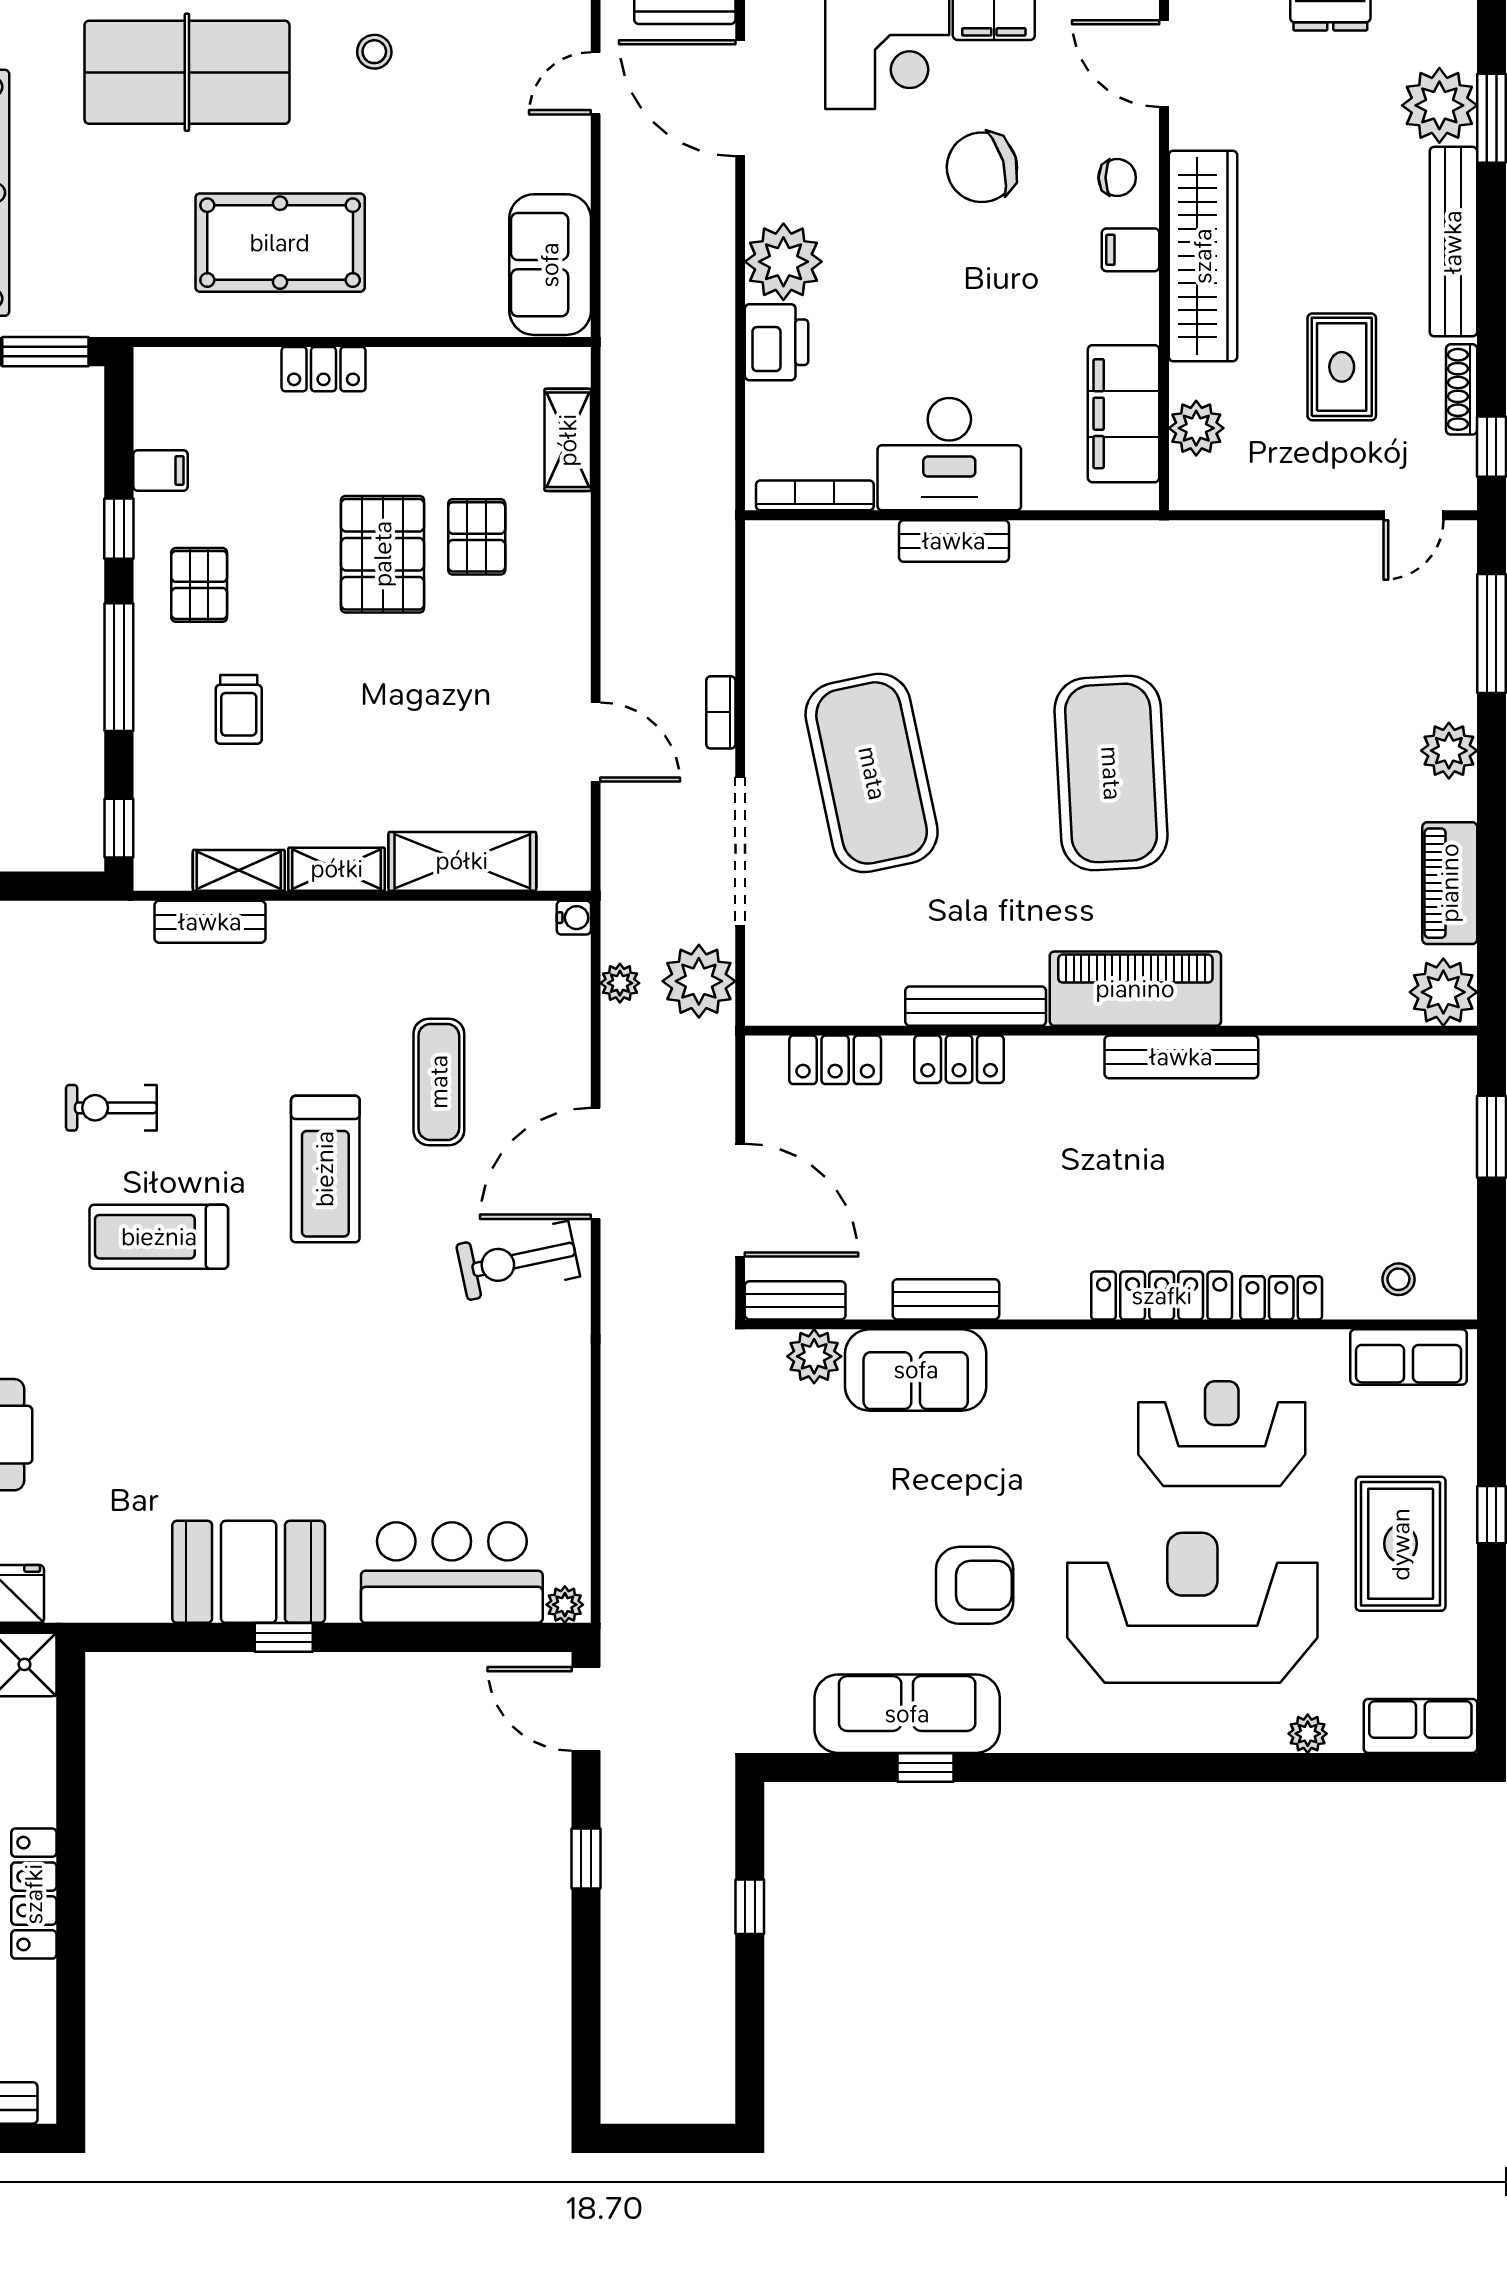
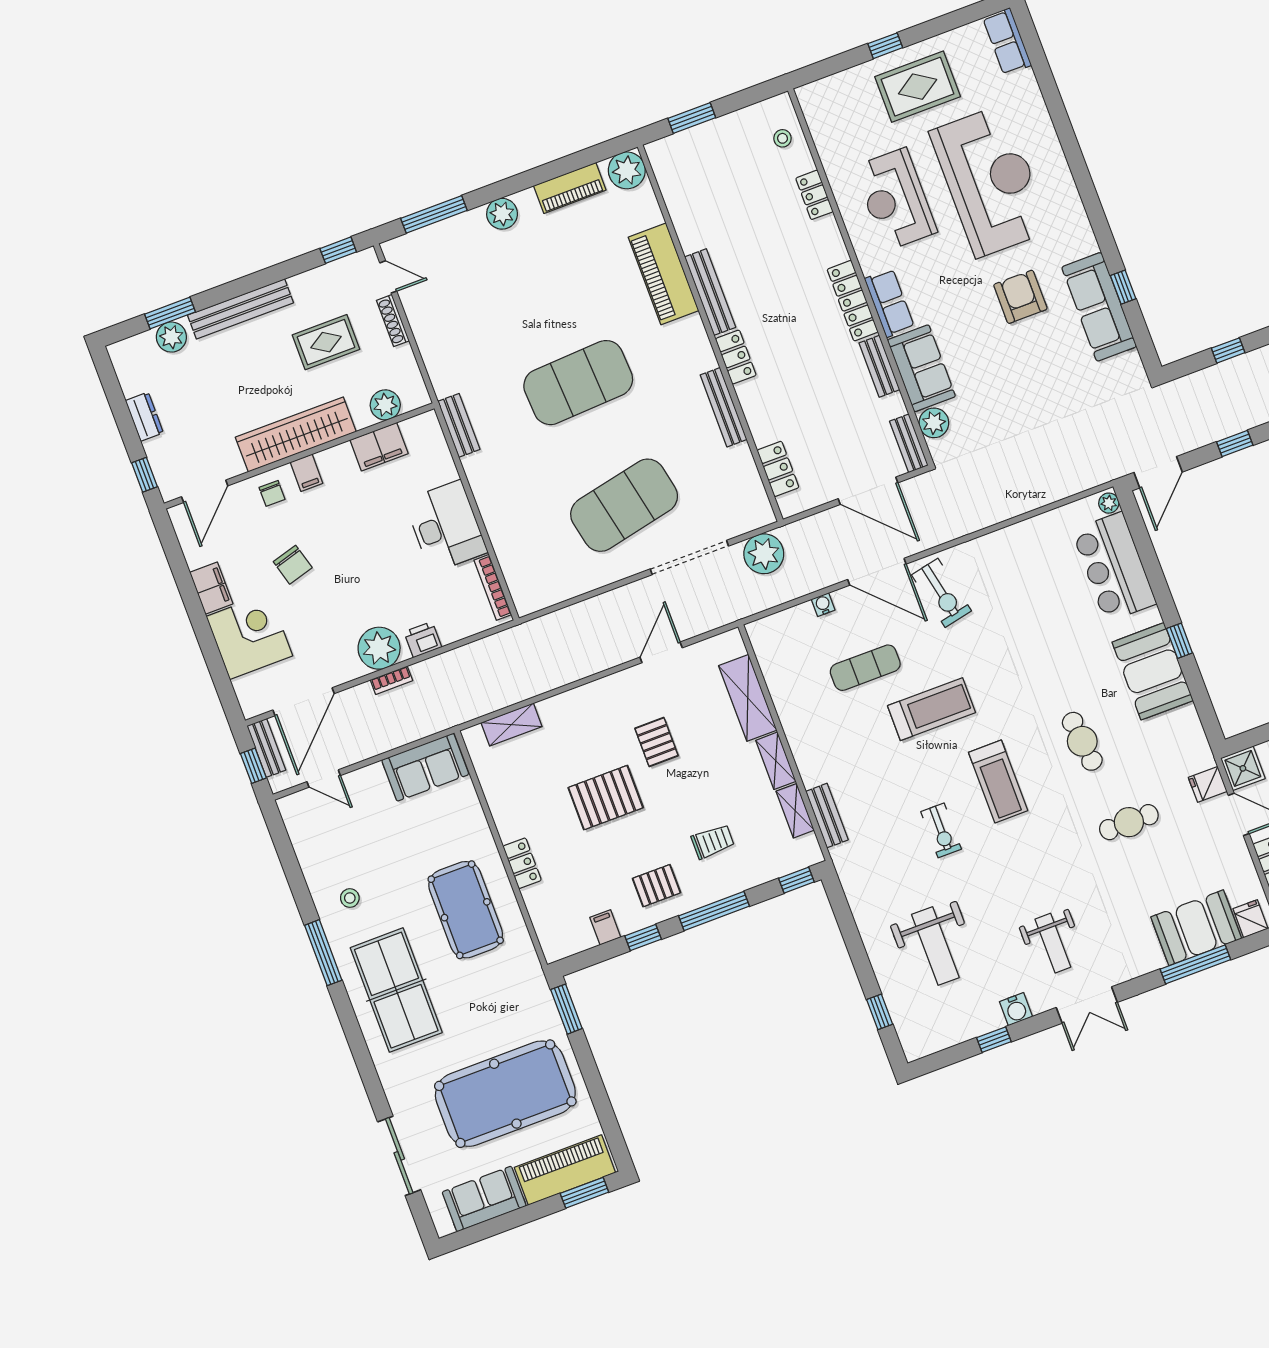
plant: (1439, 105) -> (171, 337), width x0.73, depth x0.73
chair: (982, 167) -> (293, 565), width x0.73, depth x0.73
chair: (1117, 178) -> (272, 493), turned 180
printer: (776, 342) -> (423, 640), width x0.73, depth x0.81
shoe rack: (1462, 389) -> (393, 321), moved, turned 90
filing cabinet: (1124, 414) -> (379, 447), width x0.67, depth x0.86
pallet: (477, 537) -> (656, 742), moved, turned 90
bench: (954, 541) -> (459, 425), moved
bookcase: (721, 712) -> (391, 680), moved
water cooler: (574, 918) -> (823, 605), moved
plant: (620, 983) -> (780, 594), removed
piano: (1135, 989) -> (663, 274), moved
locker: (959, 1059) -> (736, 357), moved
door: (740, 1200) -> (868, 491), swing flipped
locker: (1162, 1296) -> (853, 301), moved
row of seats: (1409, 1357) -> (889, 303), moved
cafe table: (174, 1407) -> (1082, 741), added
reception desk: (1192, 1608) -> (990, 181), turned 180
plant: (1308, 1734) -> (1033, 98), removed

